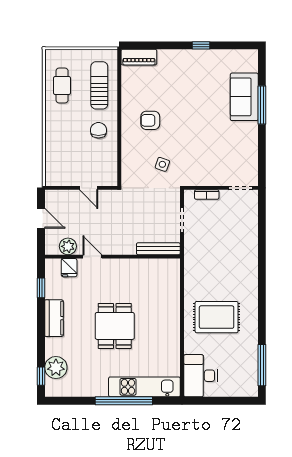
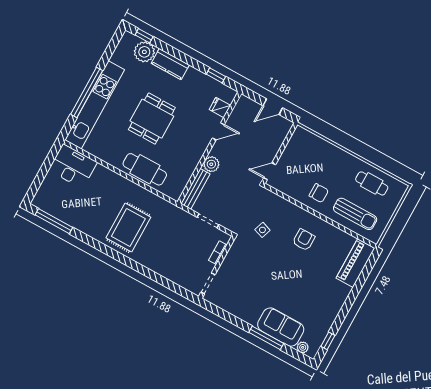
window: (201, 45) -> (328, 341), moved
piano: (139, 57) -> (355, 263), width x1.37, depth x1.33
plant: (252, 66) -> (303, 347), added
door: (89, 188) -> (270, 171), moved
plant: (68, 246) -> (211, 164), moved
cafe table: (166, 306) -> (145, 169), added
rug: (217, 317) -> (128, 228), moved
kitchen counter: (54, 318) -> (170, 64), moved
dining table: (115, 326) -> (152, 119), turned 90
kitchen unit: (144, 387) -> (95, 105), width x1.36

